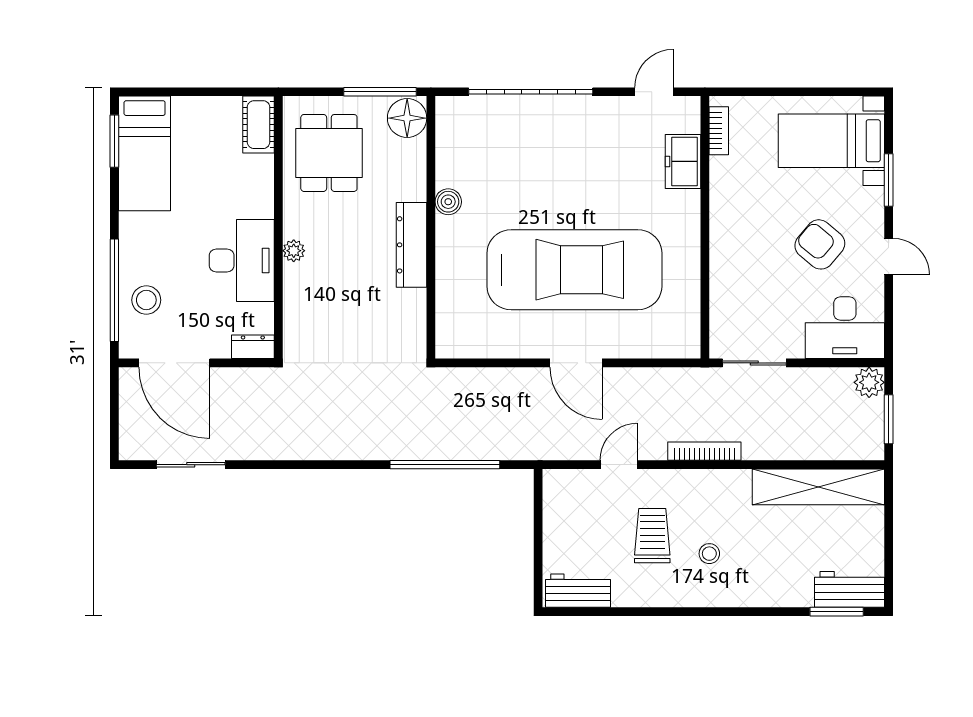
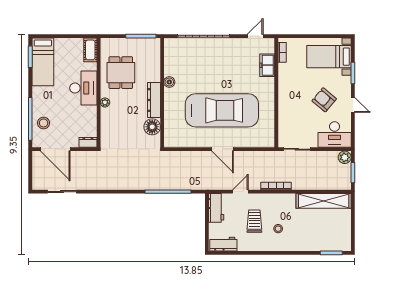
floor lamp: (407, 118) -> (152, 127), moved
dining table: (329, 153) -> (121, 73), moved
desk: (242, 260) -> (83, 88), moved
workbench: (849, 589) -> (216, 208), moved, turned 90

